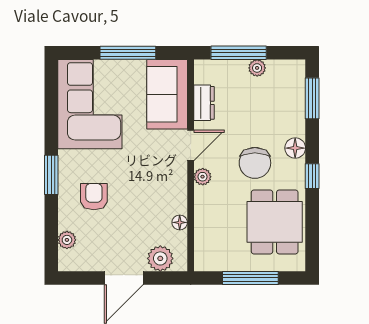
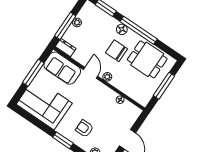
dresser: (204, 103) -> (66, 48), moved
chair: (255, 163) -> (117, 51), turned 180
window: (312, 176) -> (139, 30), width x3.17
plant: (160, 258) -> (130, 118), removed

